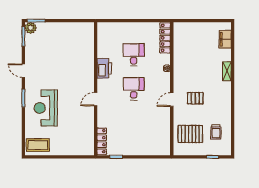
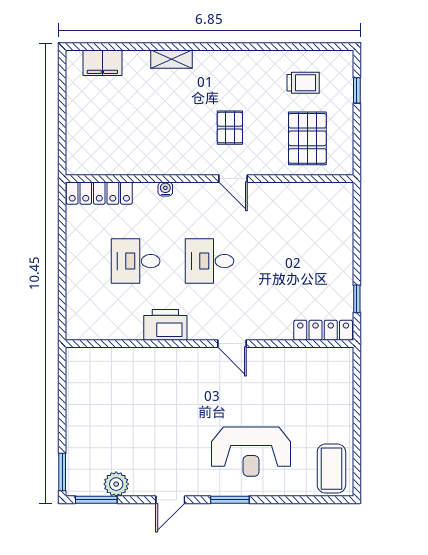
plant: (31, 28) -> (116, 484), moved

